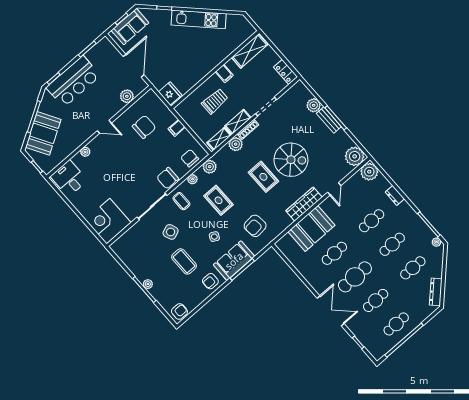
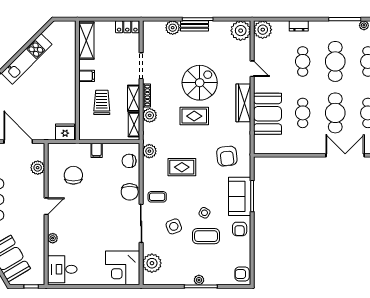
plant: (193, 179) -> (152, 263), moved, width x1.87, depth x1.87
side table: (214, 237) -> (204, 213), moved
cafe table: (392, 244) -> (335, 61), width x1.37, depth x1.35
armchair: (179, 312) -> (242, 274), turned -90

